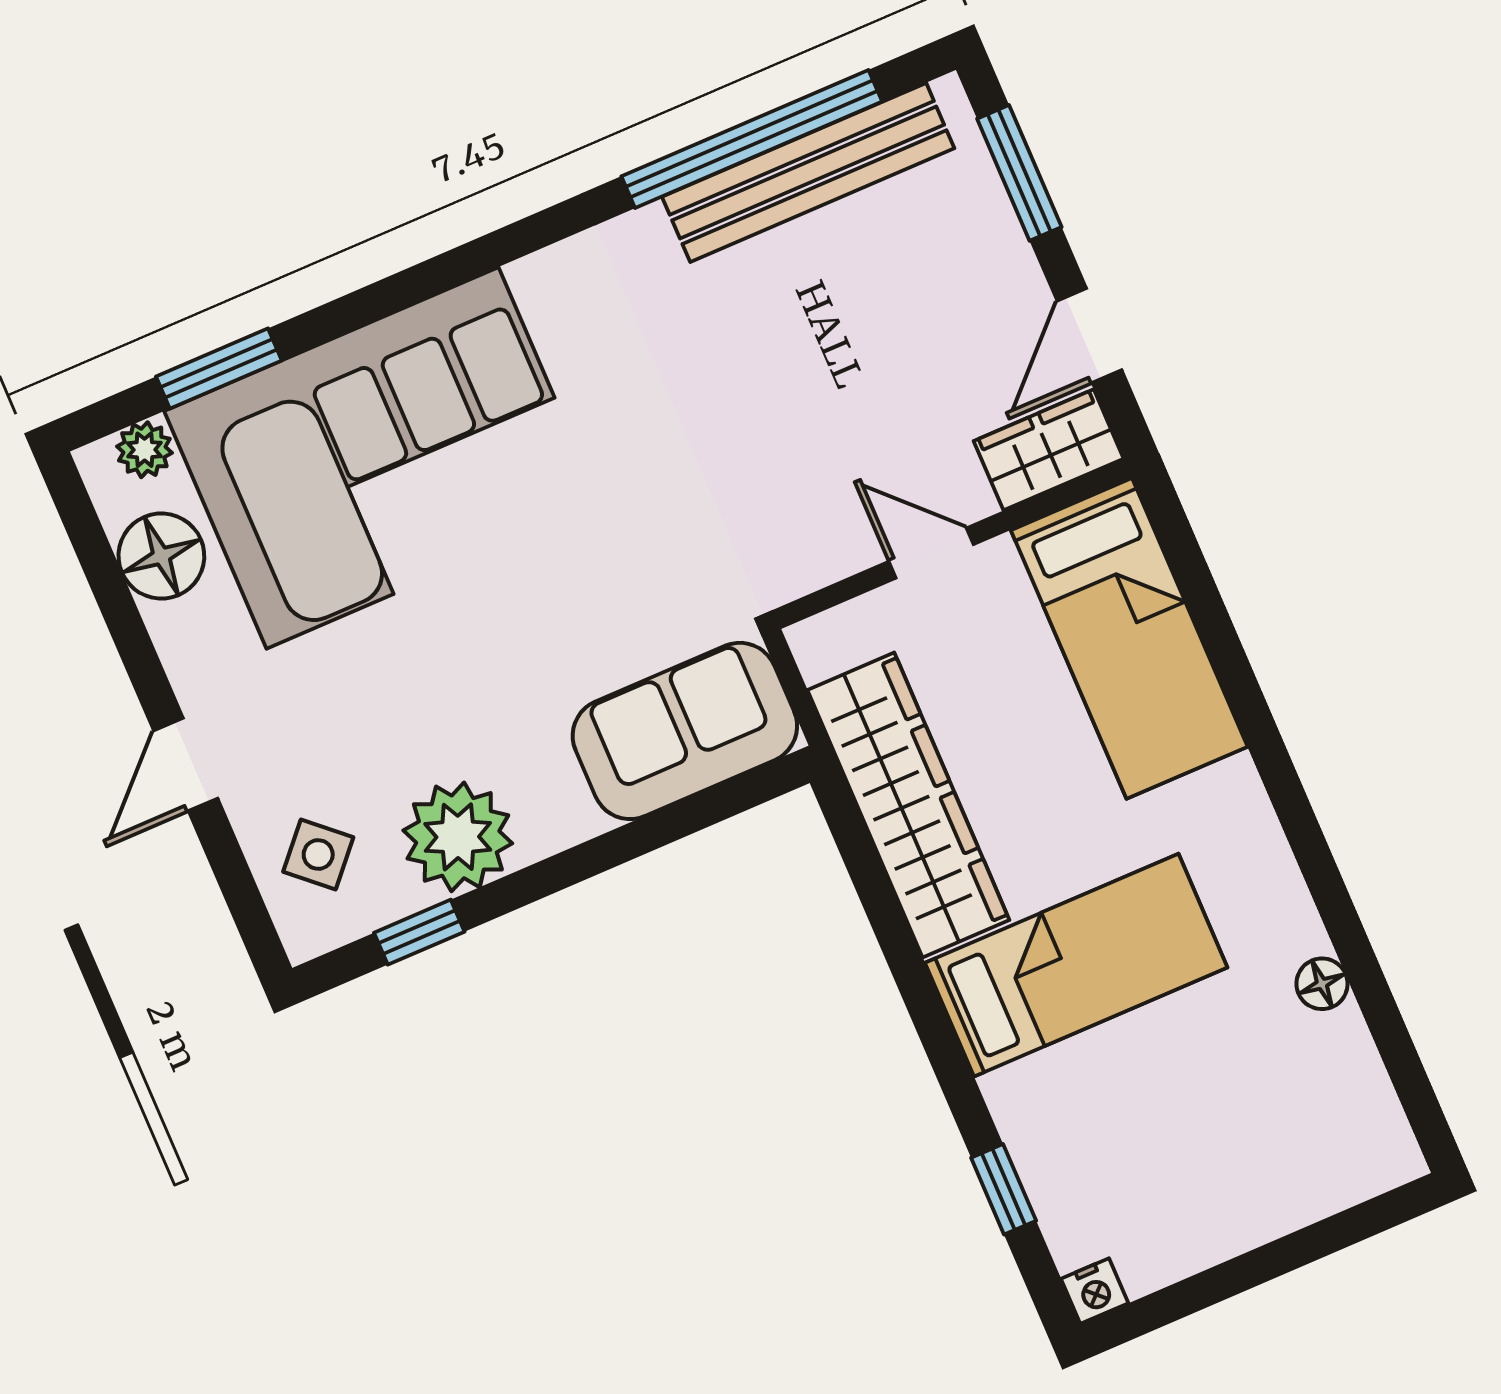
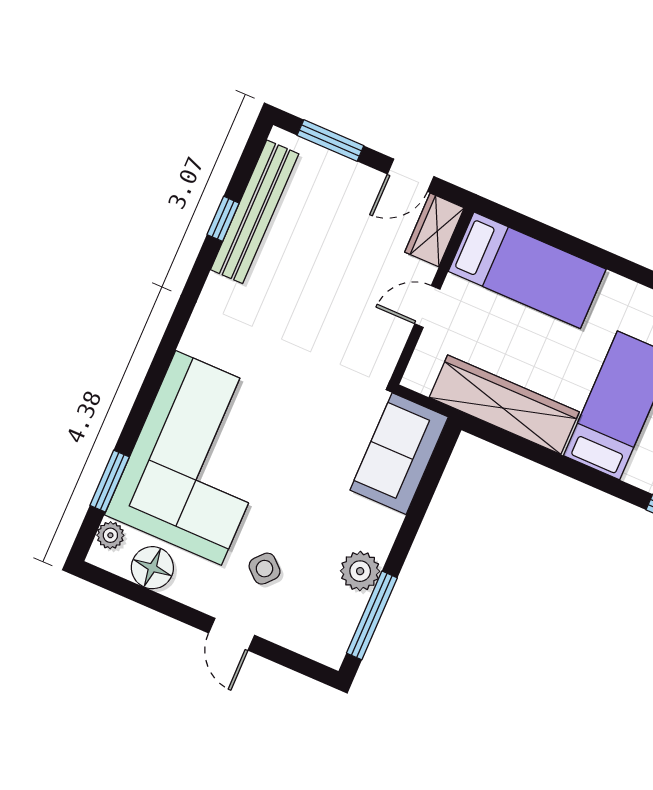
window: (752, 139) -> (223, 219), width x0.32
door: (1089, 336) -> (411, 175), hinge flipped
plant: (458, 837) -> (360, 571), width x0.73, depth x0.73
side table: (318, 855) -> (265, 569), moved
window: (419, 932) -> (372, 615), width x2.17

